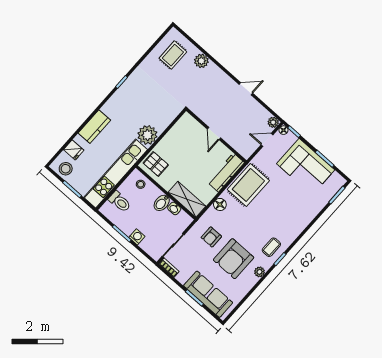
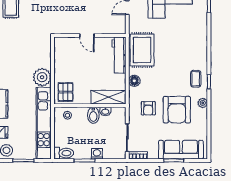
pallet: (156, 164) -> (66, 92), turned 90
toilet: (120, 202) -> (64, 153), moved

